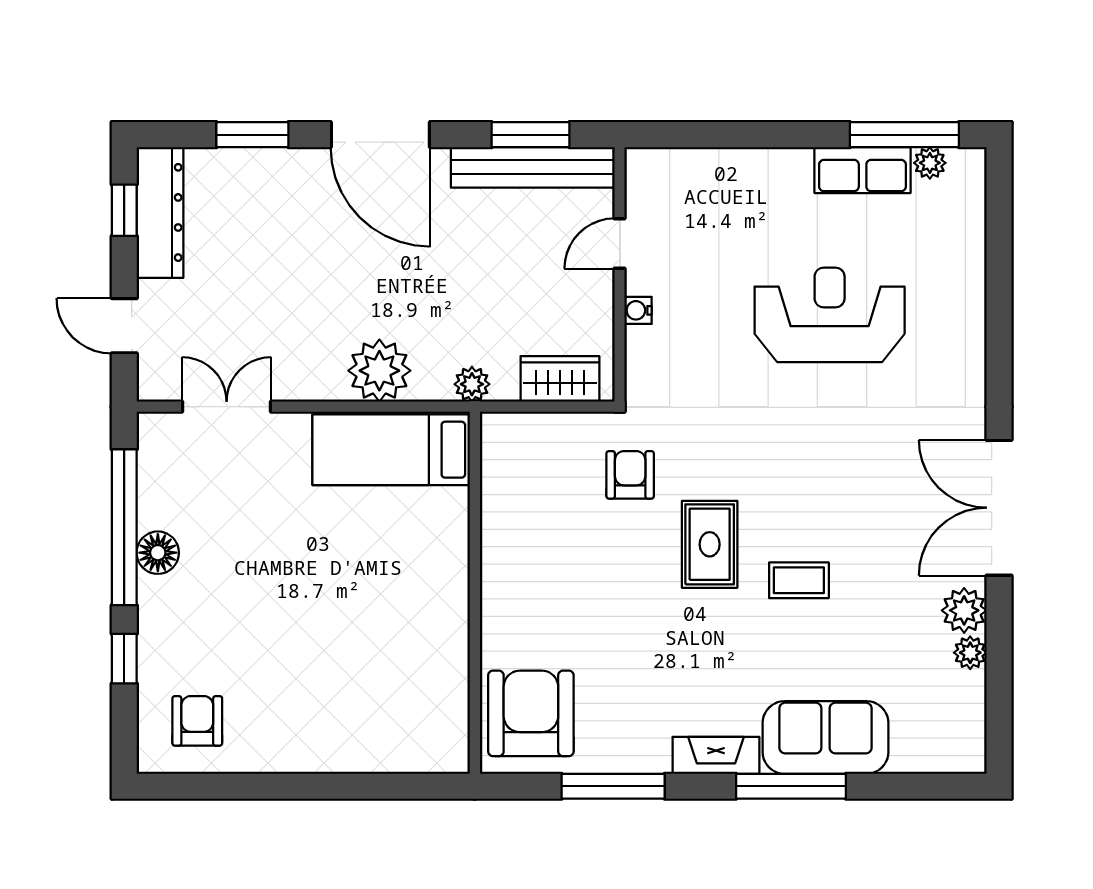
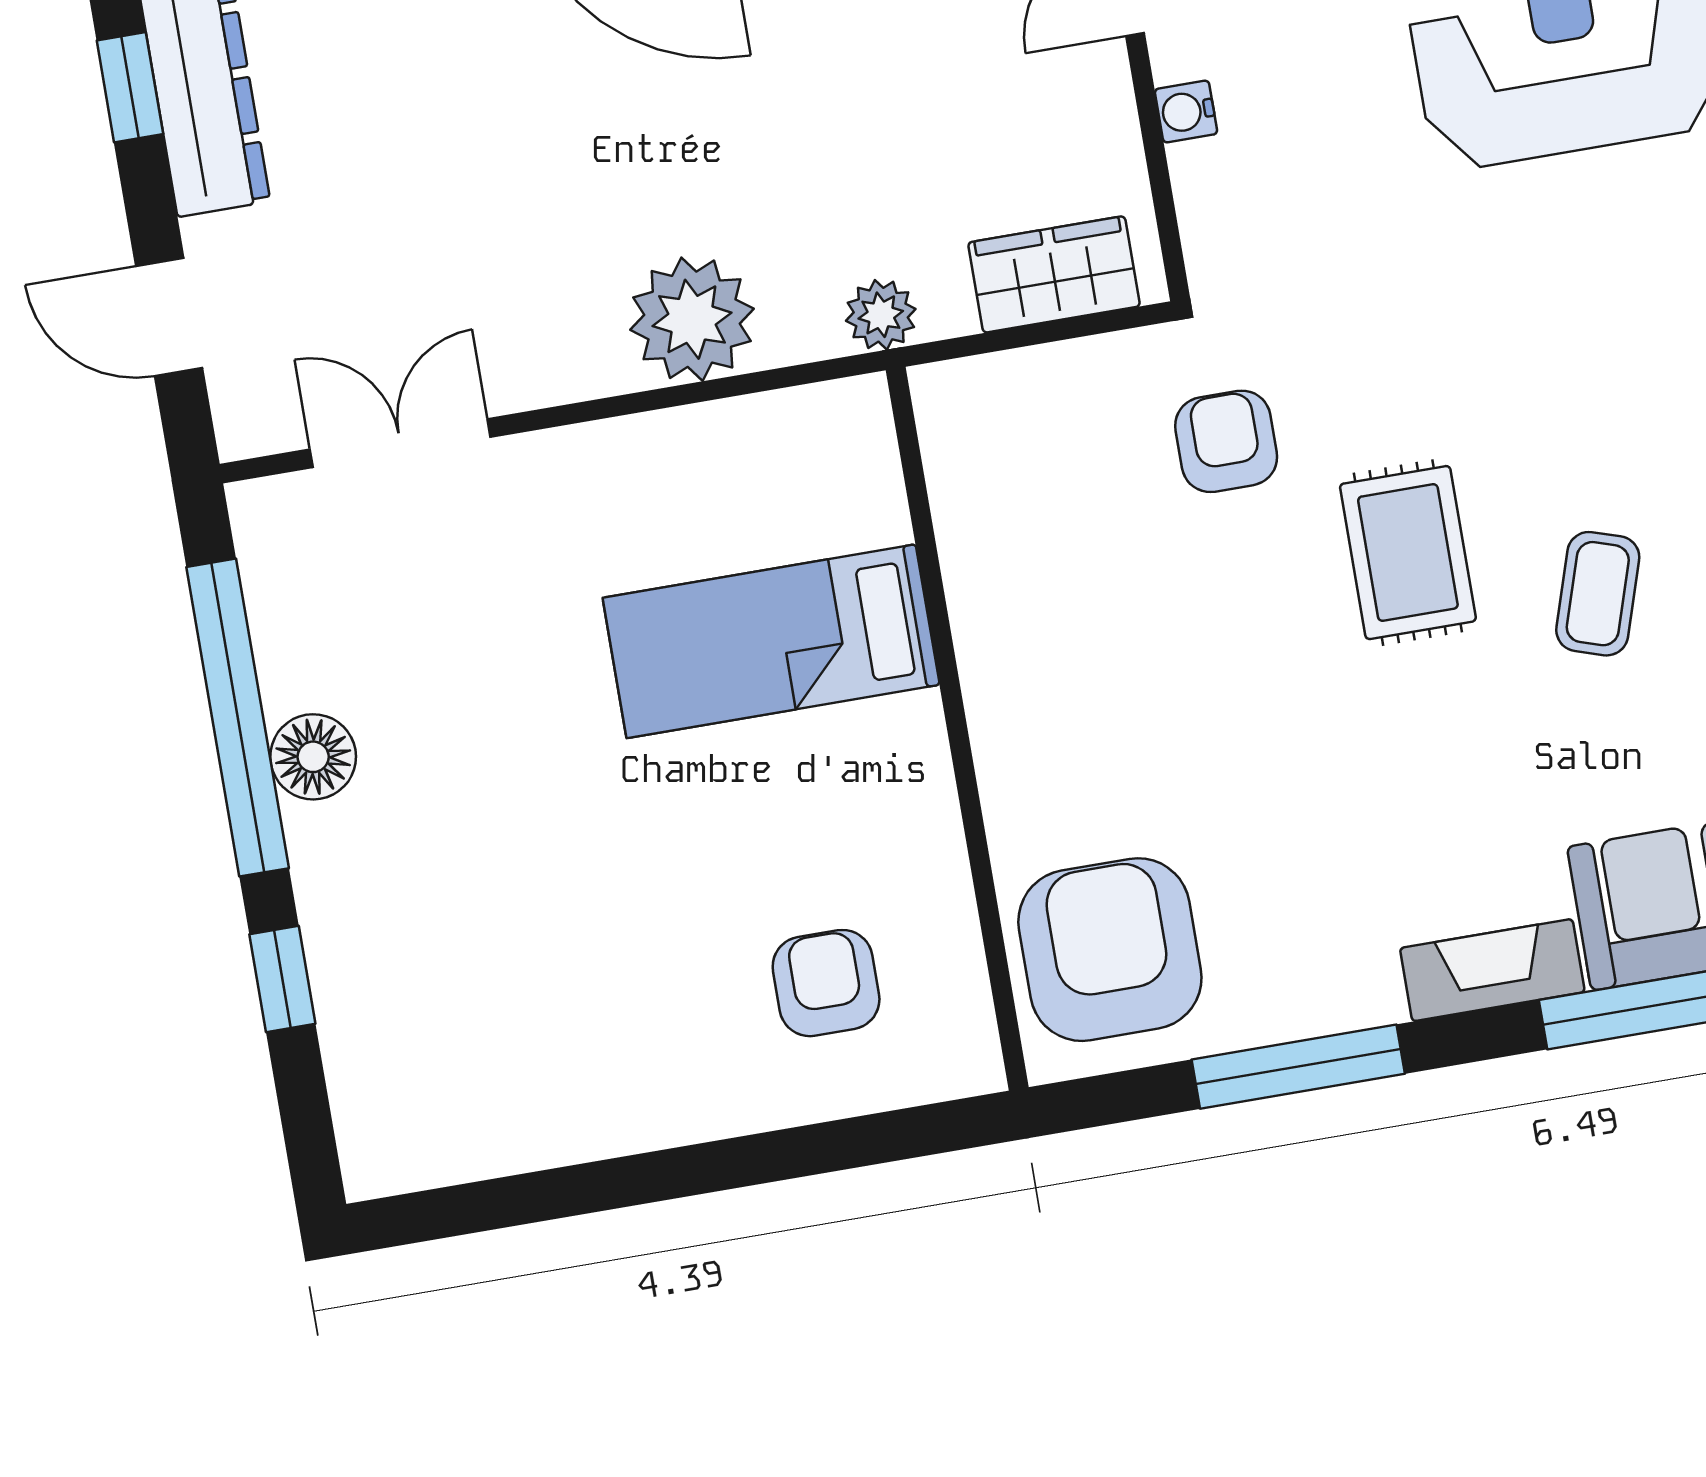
bed: (391, 450) -> (771, 641), moved
coffee table: (799, 580) -> (1598, 594), turned -72
armchair: (197, 721) -> (826, 983), moved

